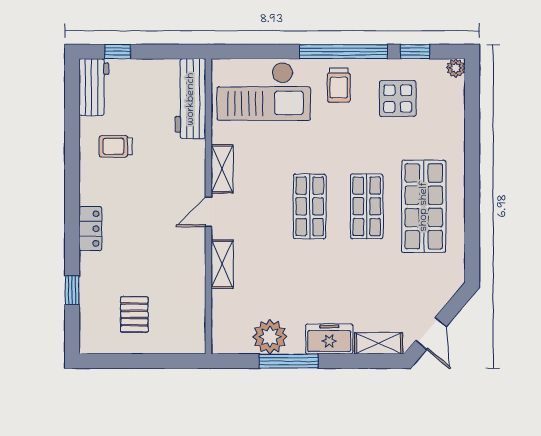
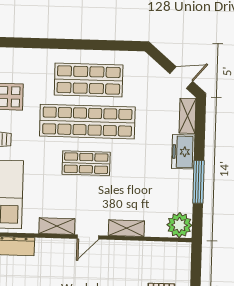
shop shelf: (367, 206) -> (87, 122), width x2.00, depth x1.36
door: (208, 212) -> (88, 237), hinge flipped
plant: (270, 337) -> (179, 225), moved

